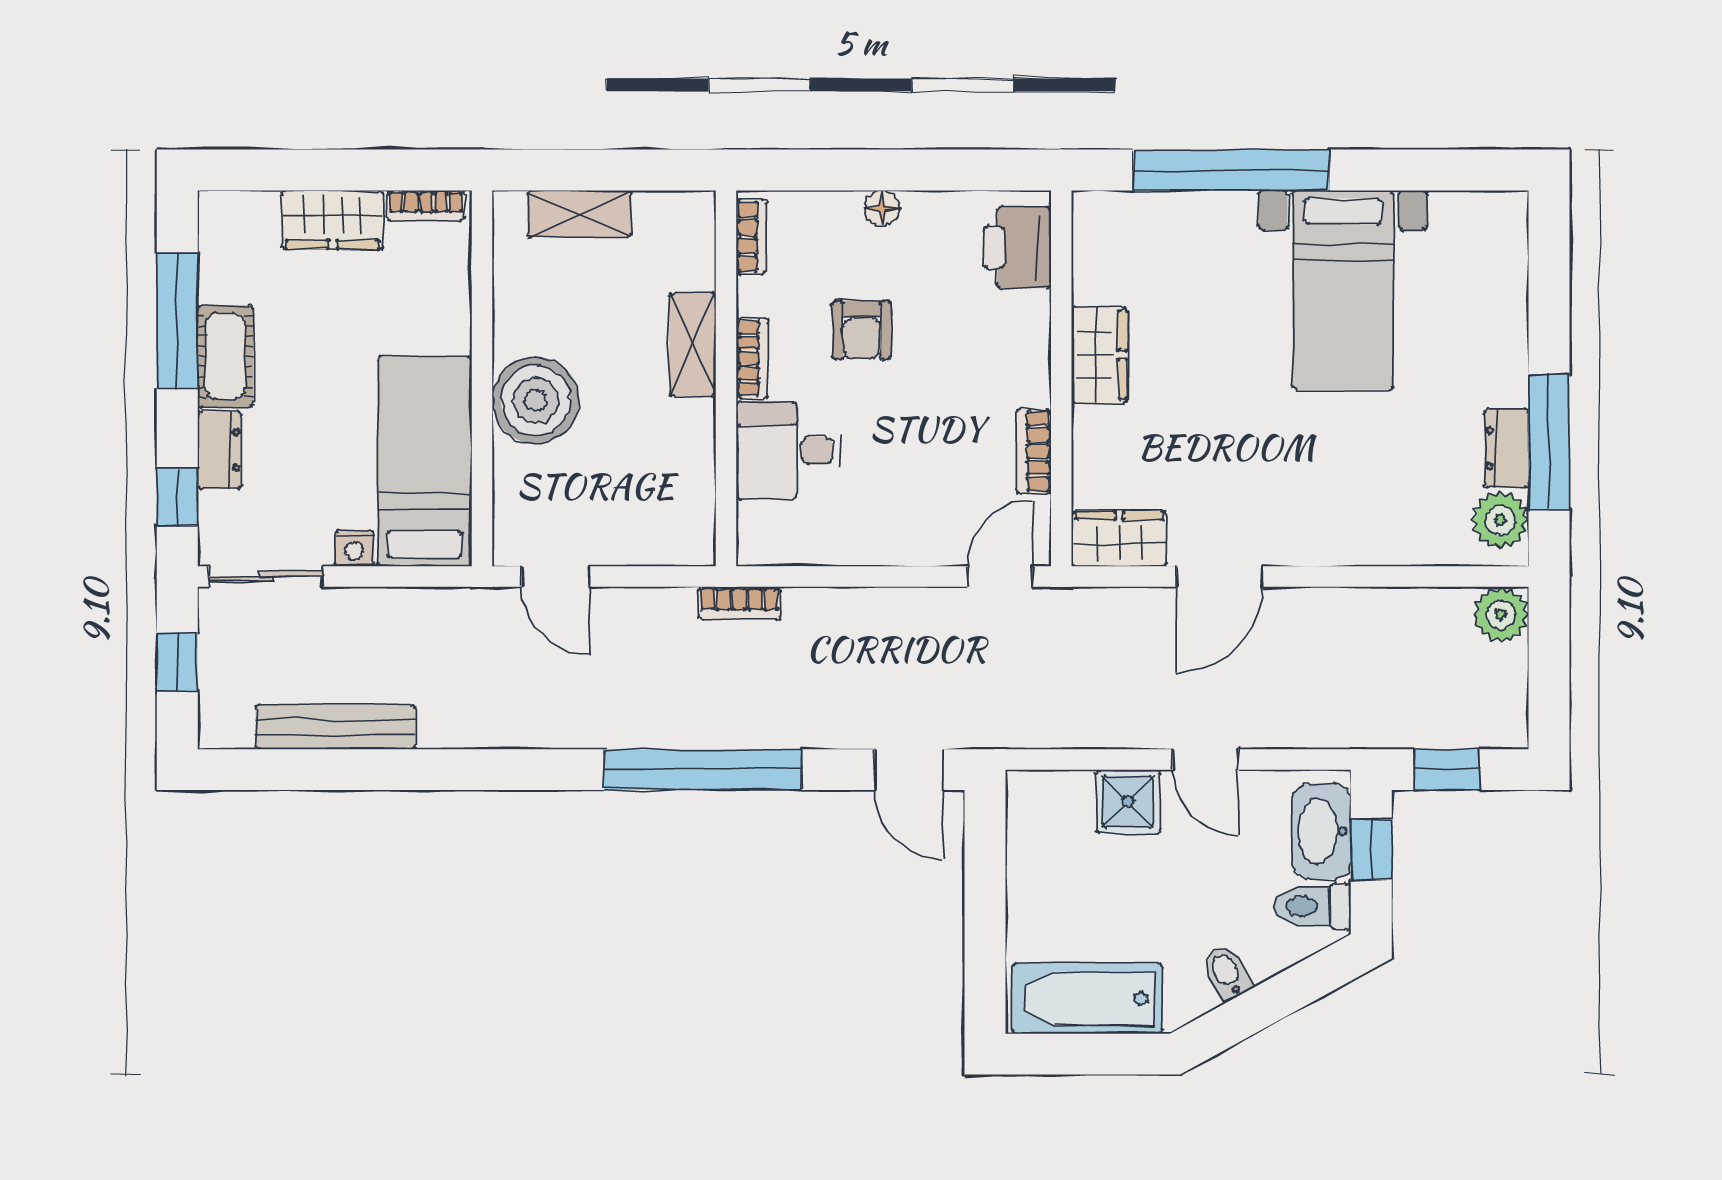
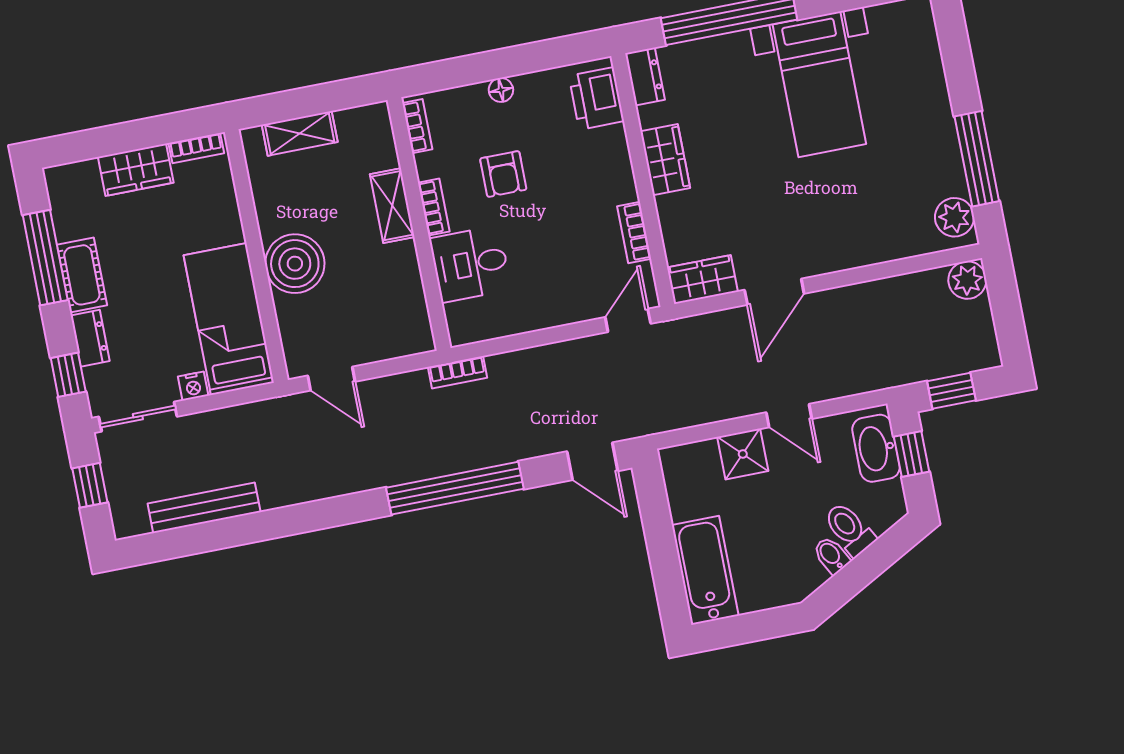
dresser: (1507, 448) -> (645, 77), moved, turned 180
toilet: (1313, 906) -> (849, 529), moved, turned 61
bathtub: (1087, 998) -> (705, 570), moved, turned 90

